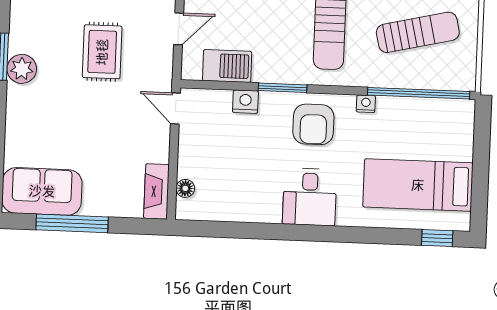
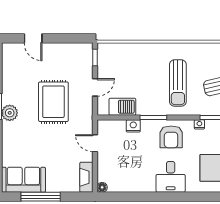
rug: (102, 52) -> (53, 102), width x1.36, depth x1.43
door: (175, 109) -> (95, 143), moved
floor lamp: (185, 188) -> (102, 187), moved

